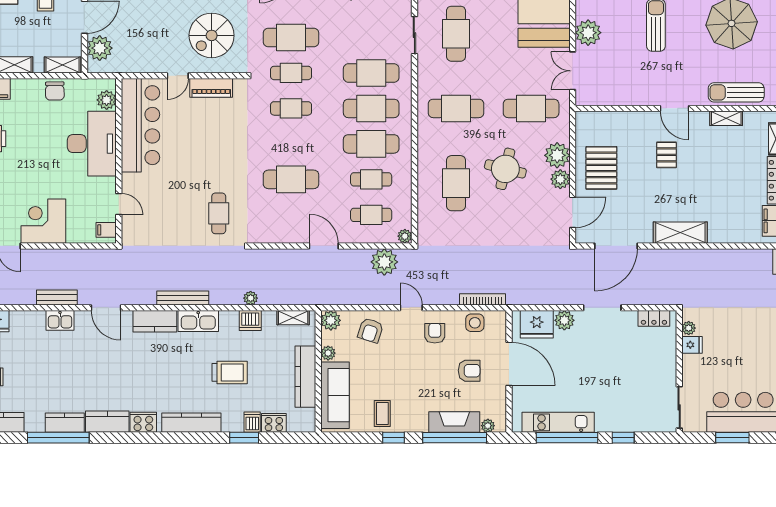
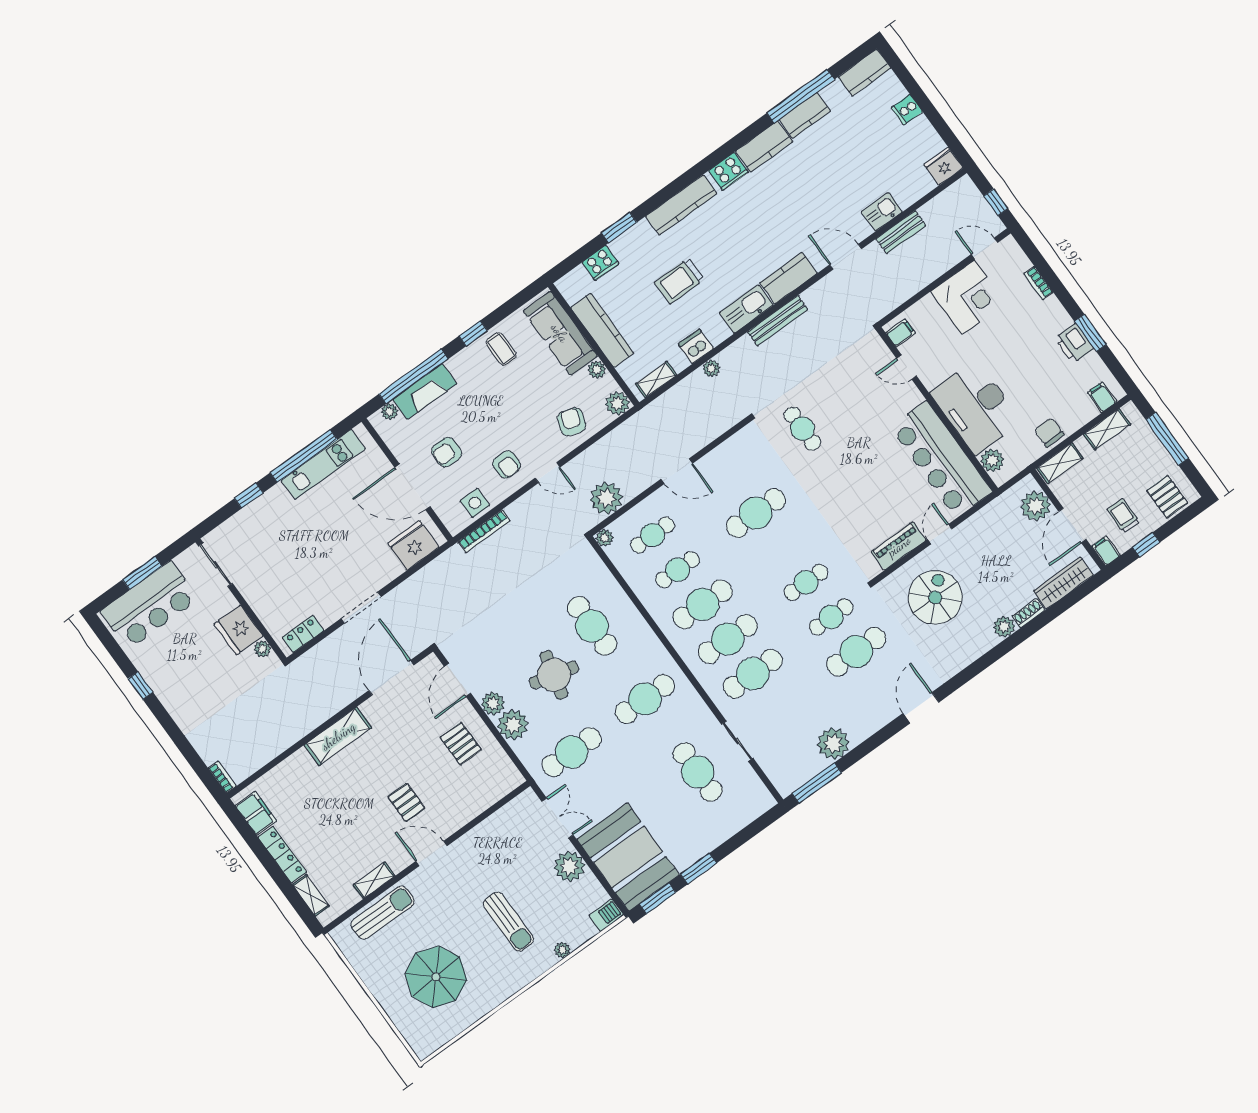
pallet: (601, 168) -> (461, 744), width x0.67, depth x0.71
plant: (564, 320) -> (389, 569), removed
fridge: (692, 345) -> (239, 630), width x1.88, depth x1.34
dishwasher: (252, 422) -> (622, 248), removed

